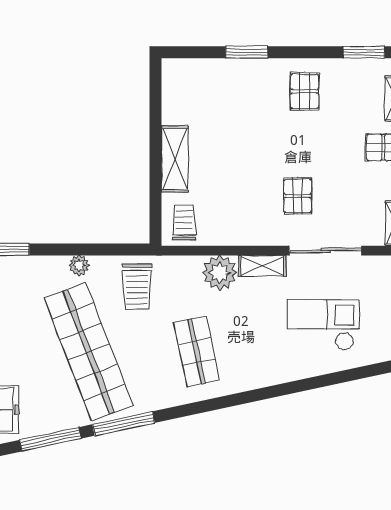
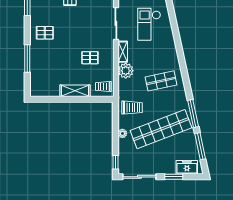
window: (247, 52) -> (27, 58), width x1.44
pallet: (298, 196) -> (90, 58), moved

